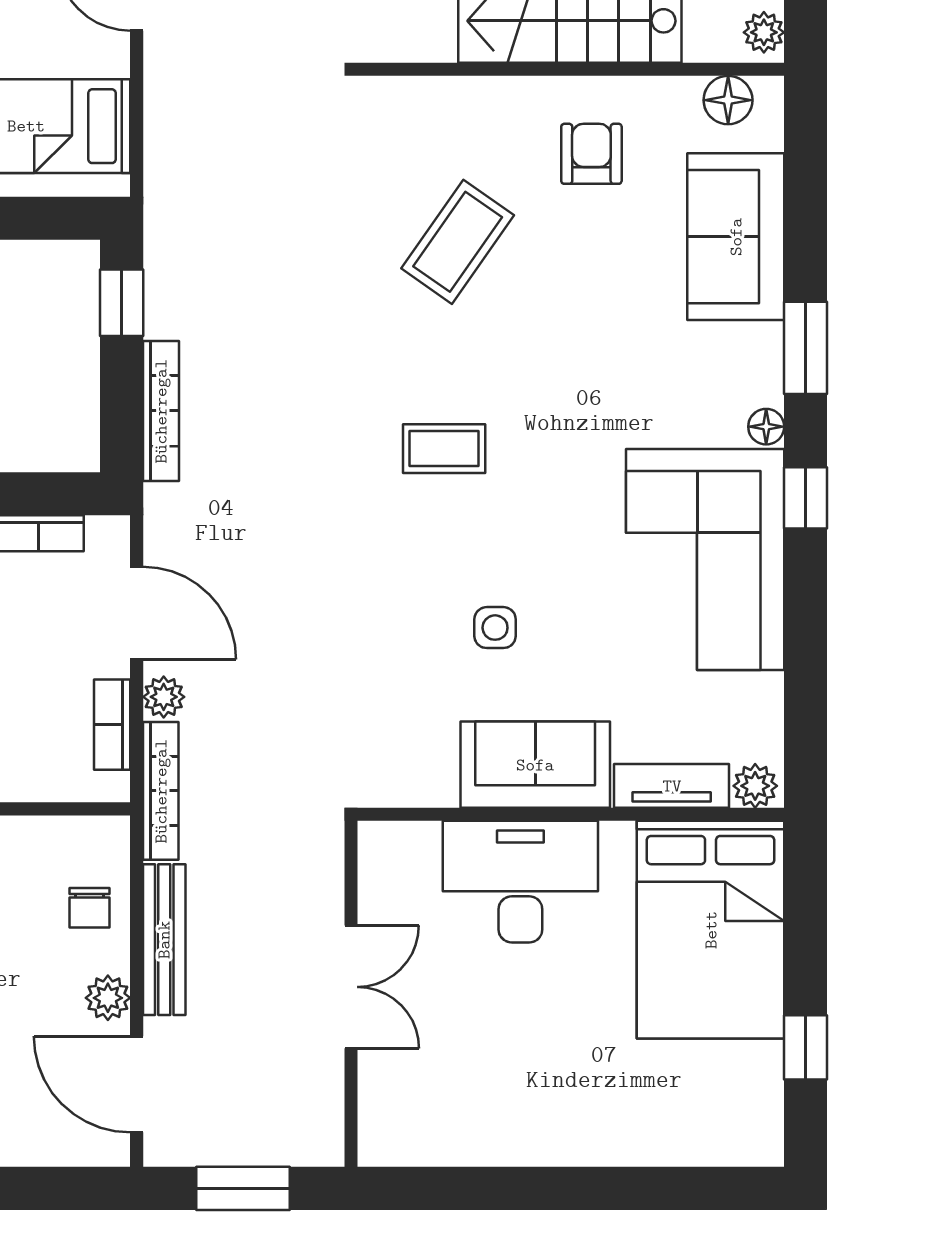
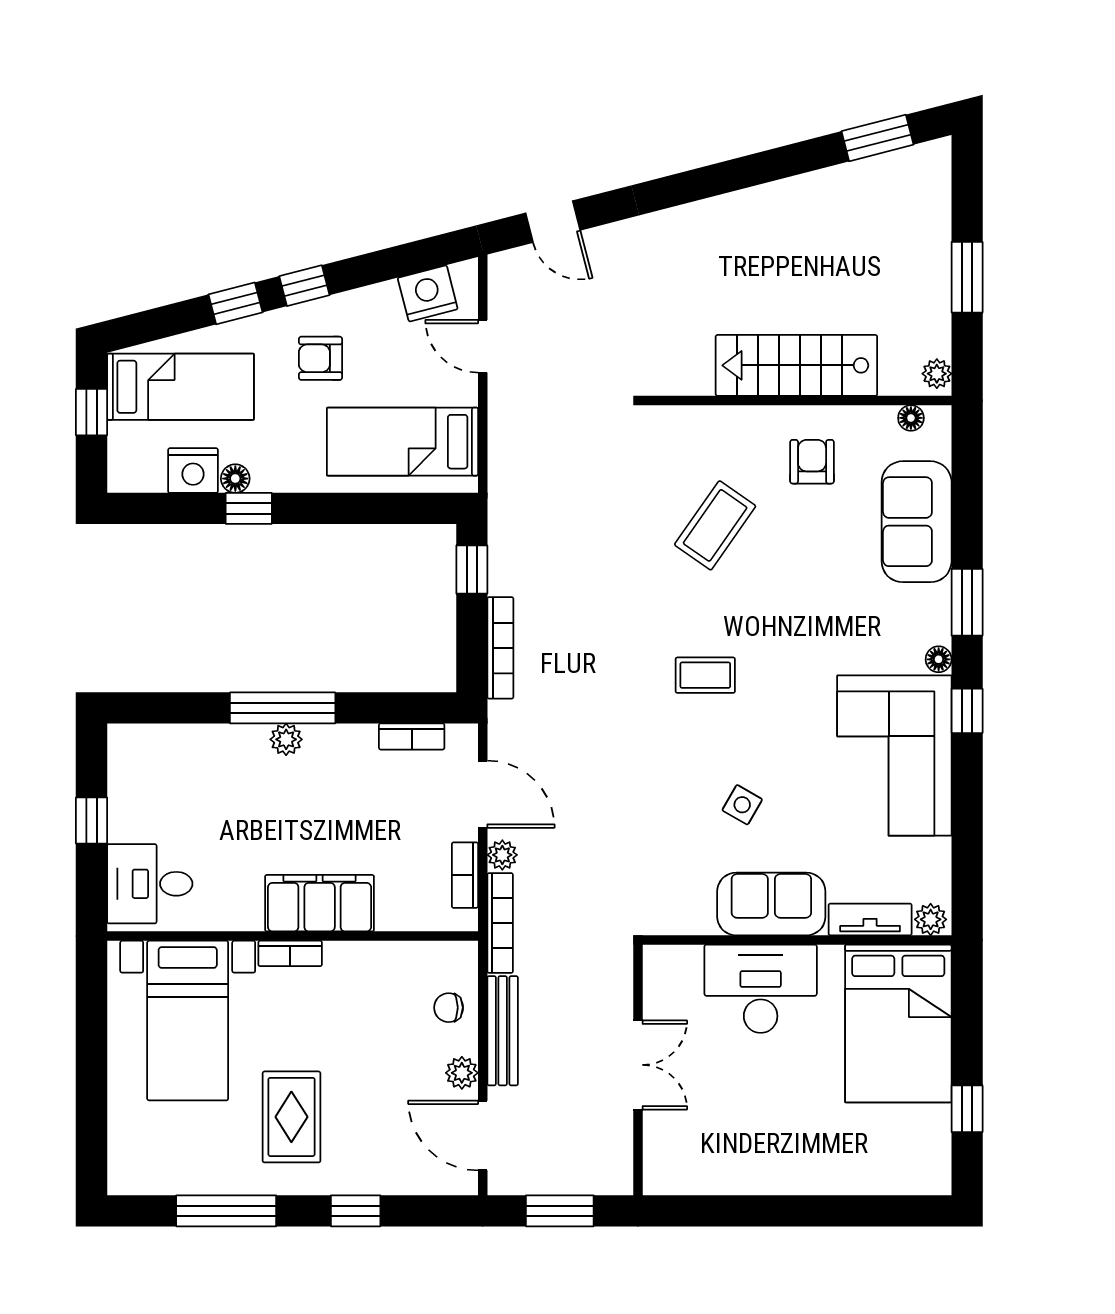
floor lamp: (728, 100) -> (911, 418), width x0.73, depth x0.73
side table: (495, 628) -> (742, 805), turned 30
chair: (90, 908) -> (449, 1008), turned 90

